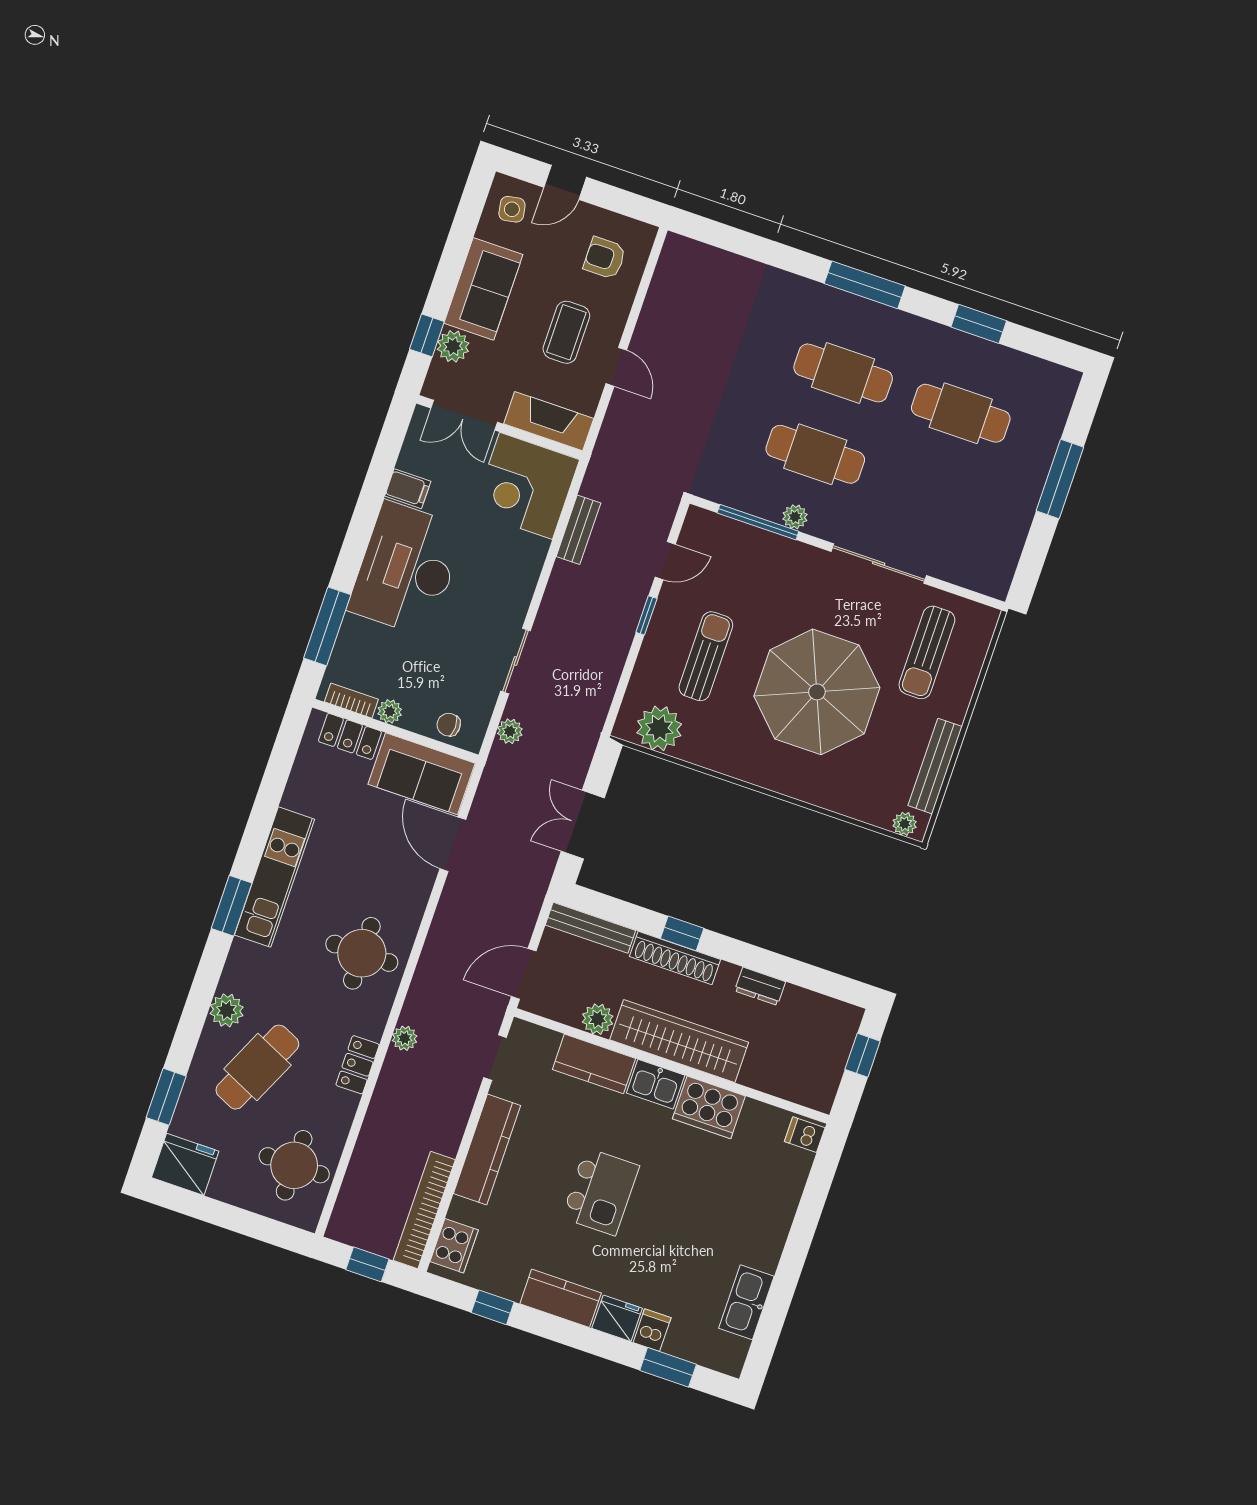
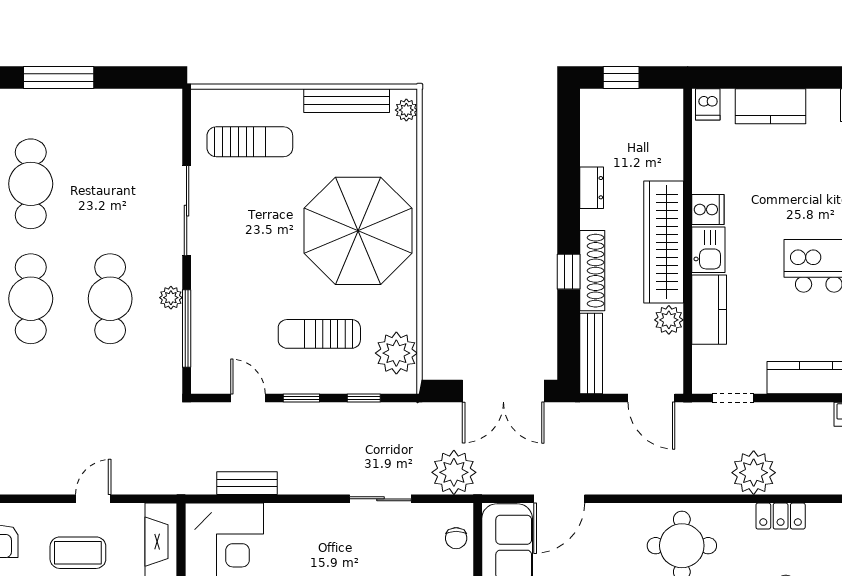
window: (625, 679) -> (364, 398), added
parasol: (817, 692) -> (358, 231), moved
plant: (510, 731) -> (454, 472), width x1.87, depth x1.87
double door: (583, 825) -> (503, 391), width x1.37
plant: (405, 1038) -> (754, 473), width x1.87, depth x1.87
cooker: (709, 1107) -> (708, 209), width x0.53, depth x0.76
kitchen counter: (781, 1198) -> (771, 106), added

